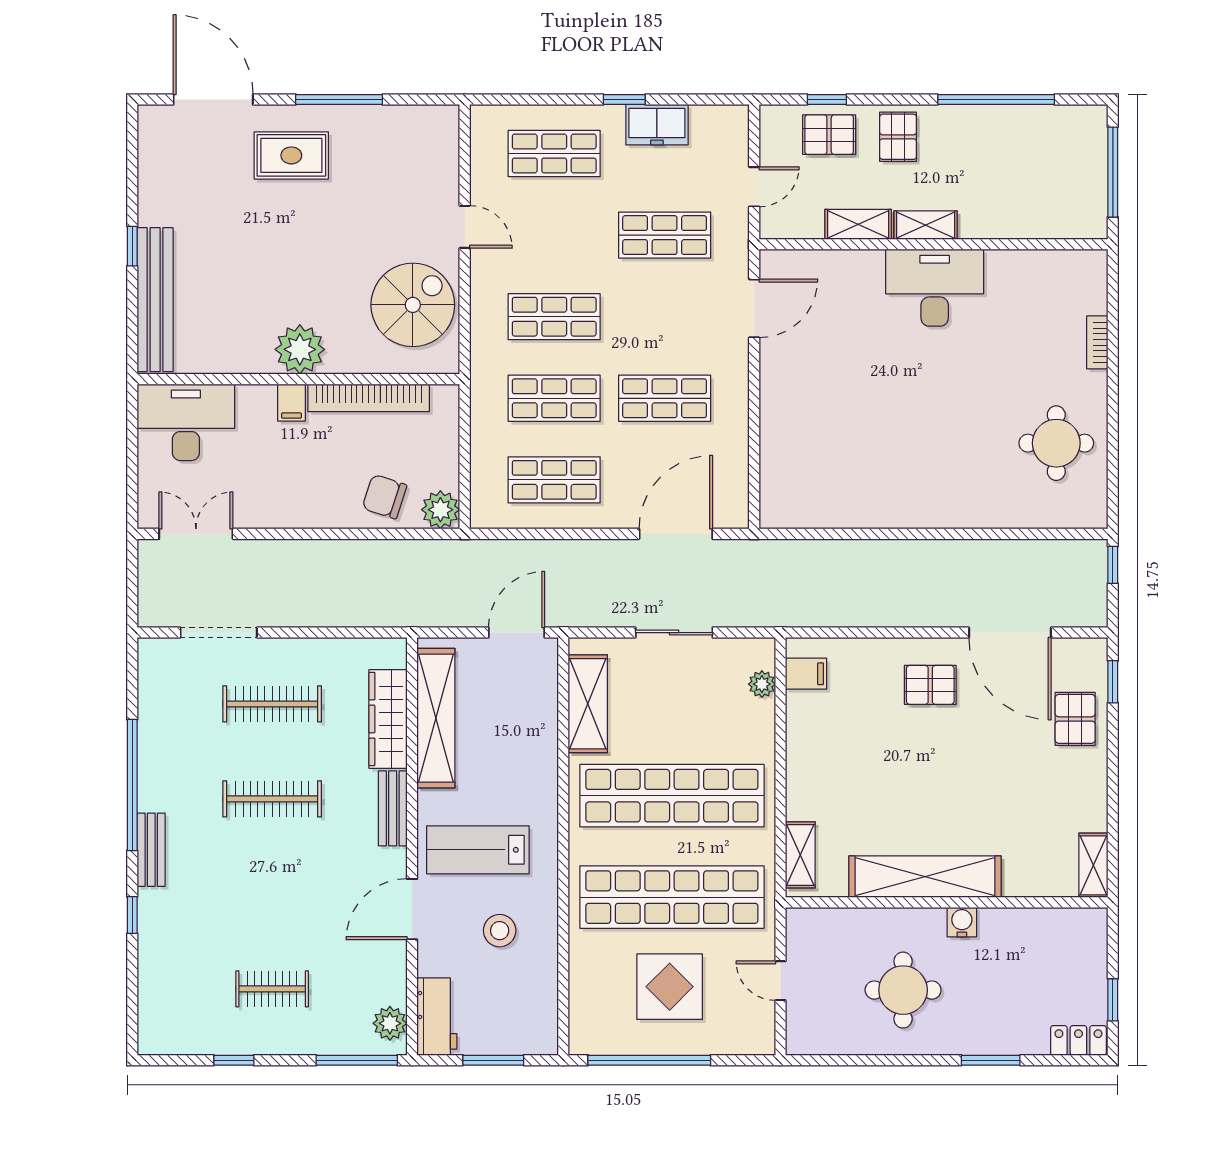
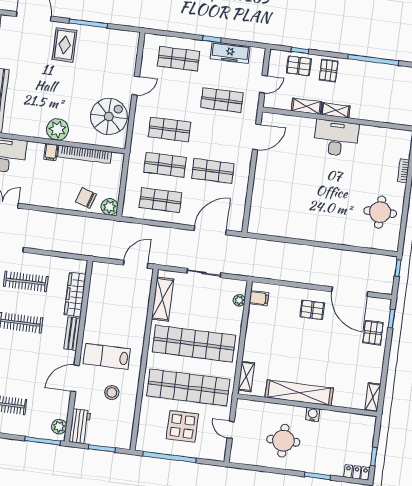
freezer: (657, 125) -> (230, 53), width x1.40
rug: (291, 155) -> (65, 45), turned 90
door: (465, 227) -> (136, 86), hinge flipped
shelving: (436, 718) -> (96, 297), removed

